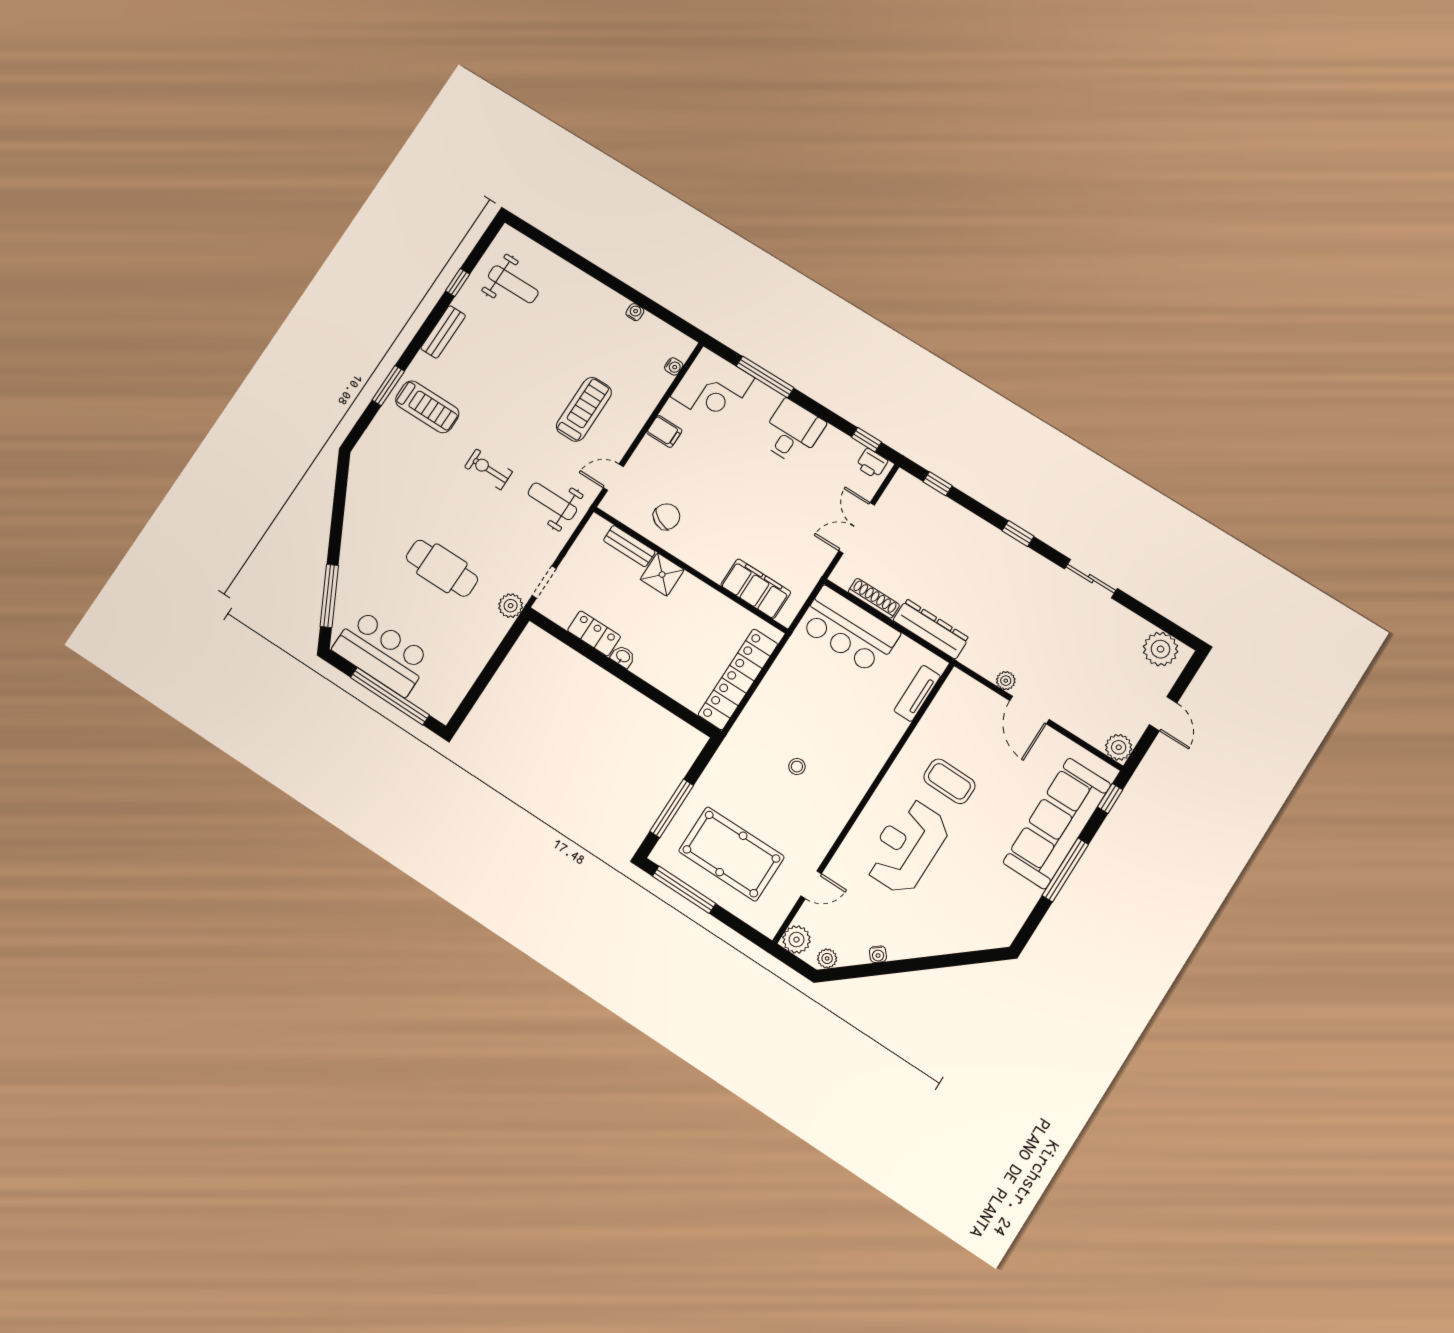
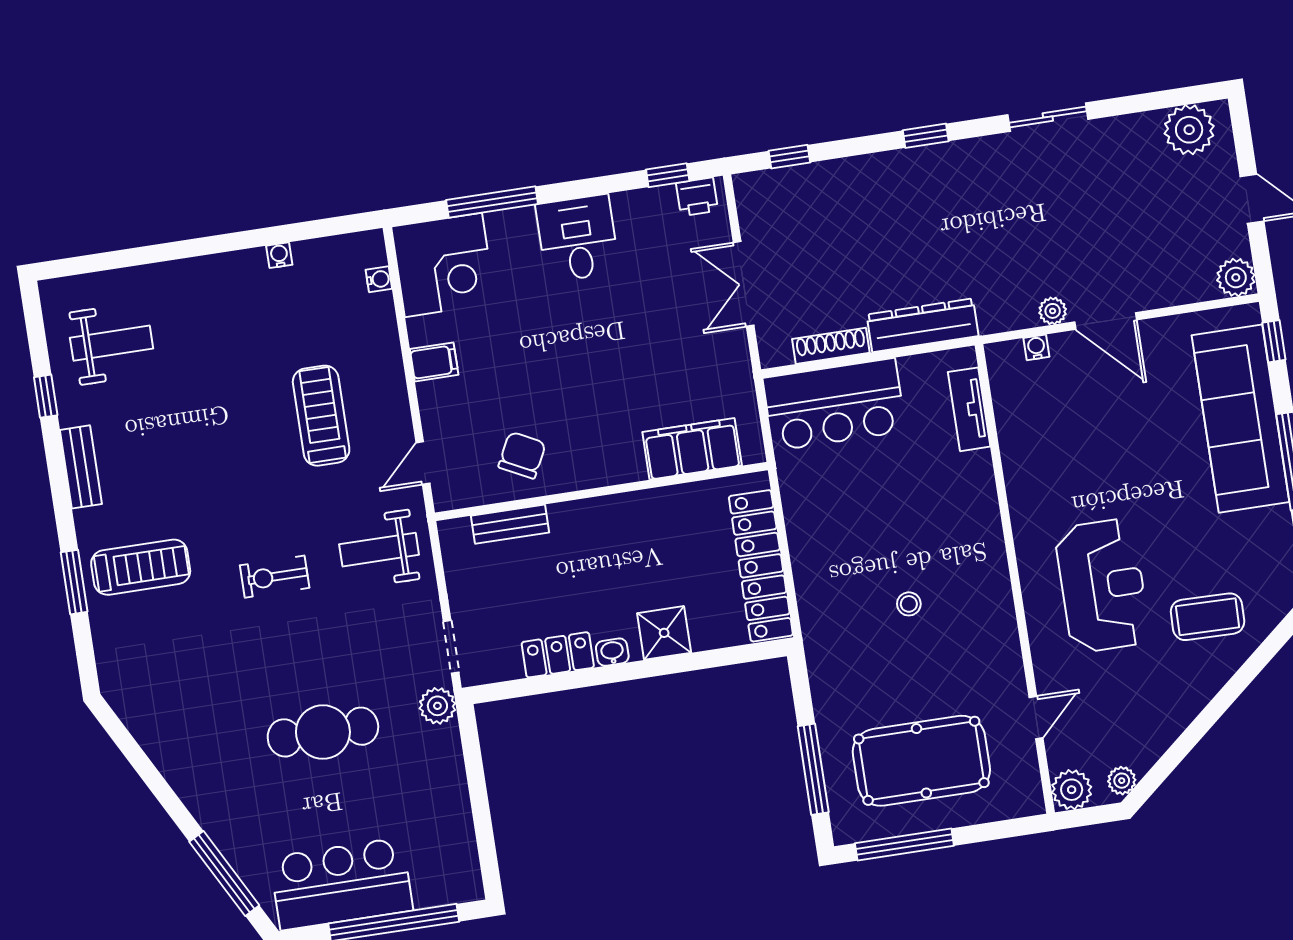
shower: (662, 575) -> (664, 633), moved
coffee table: (949, 781) -> (1208, 617), moved
reception desk: (907, 847) -> (1102, 586), turned 180
water cooler: (878, 954) -> (1036, 347), moved, turned -140

